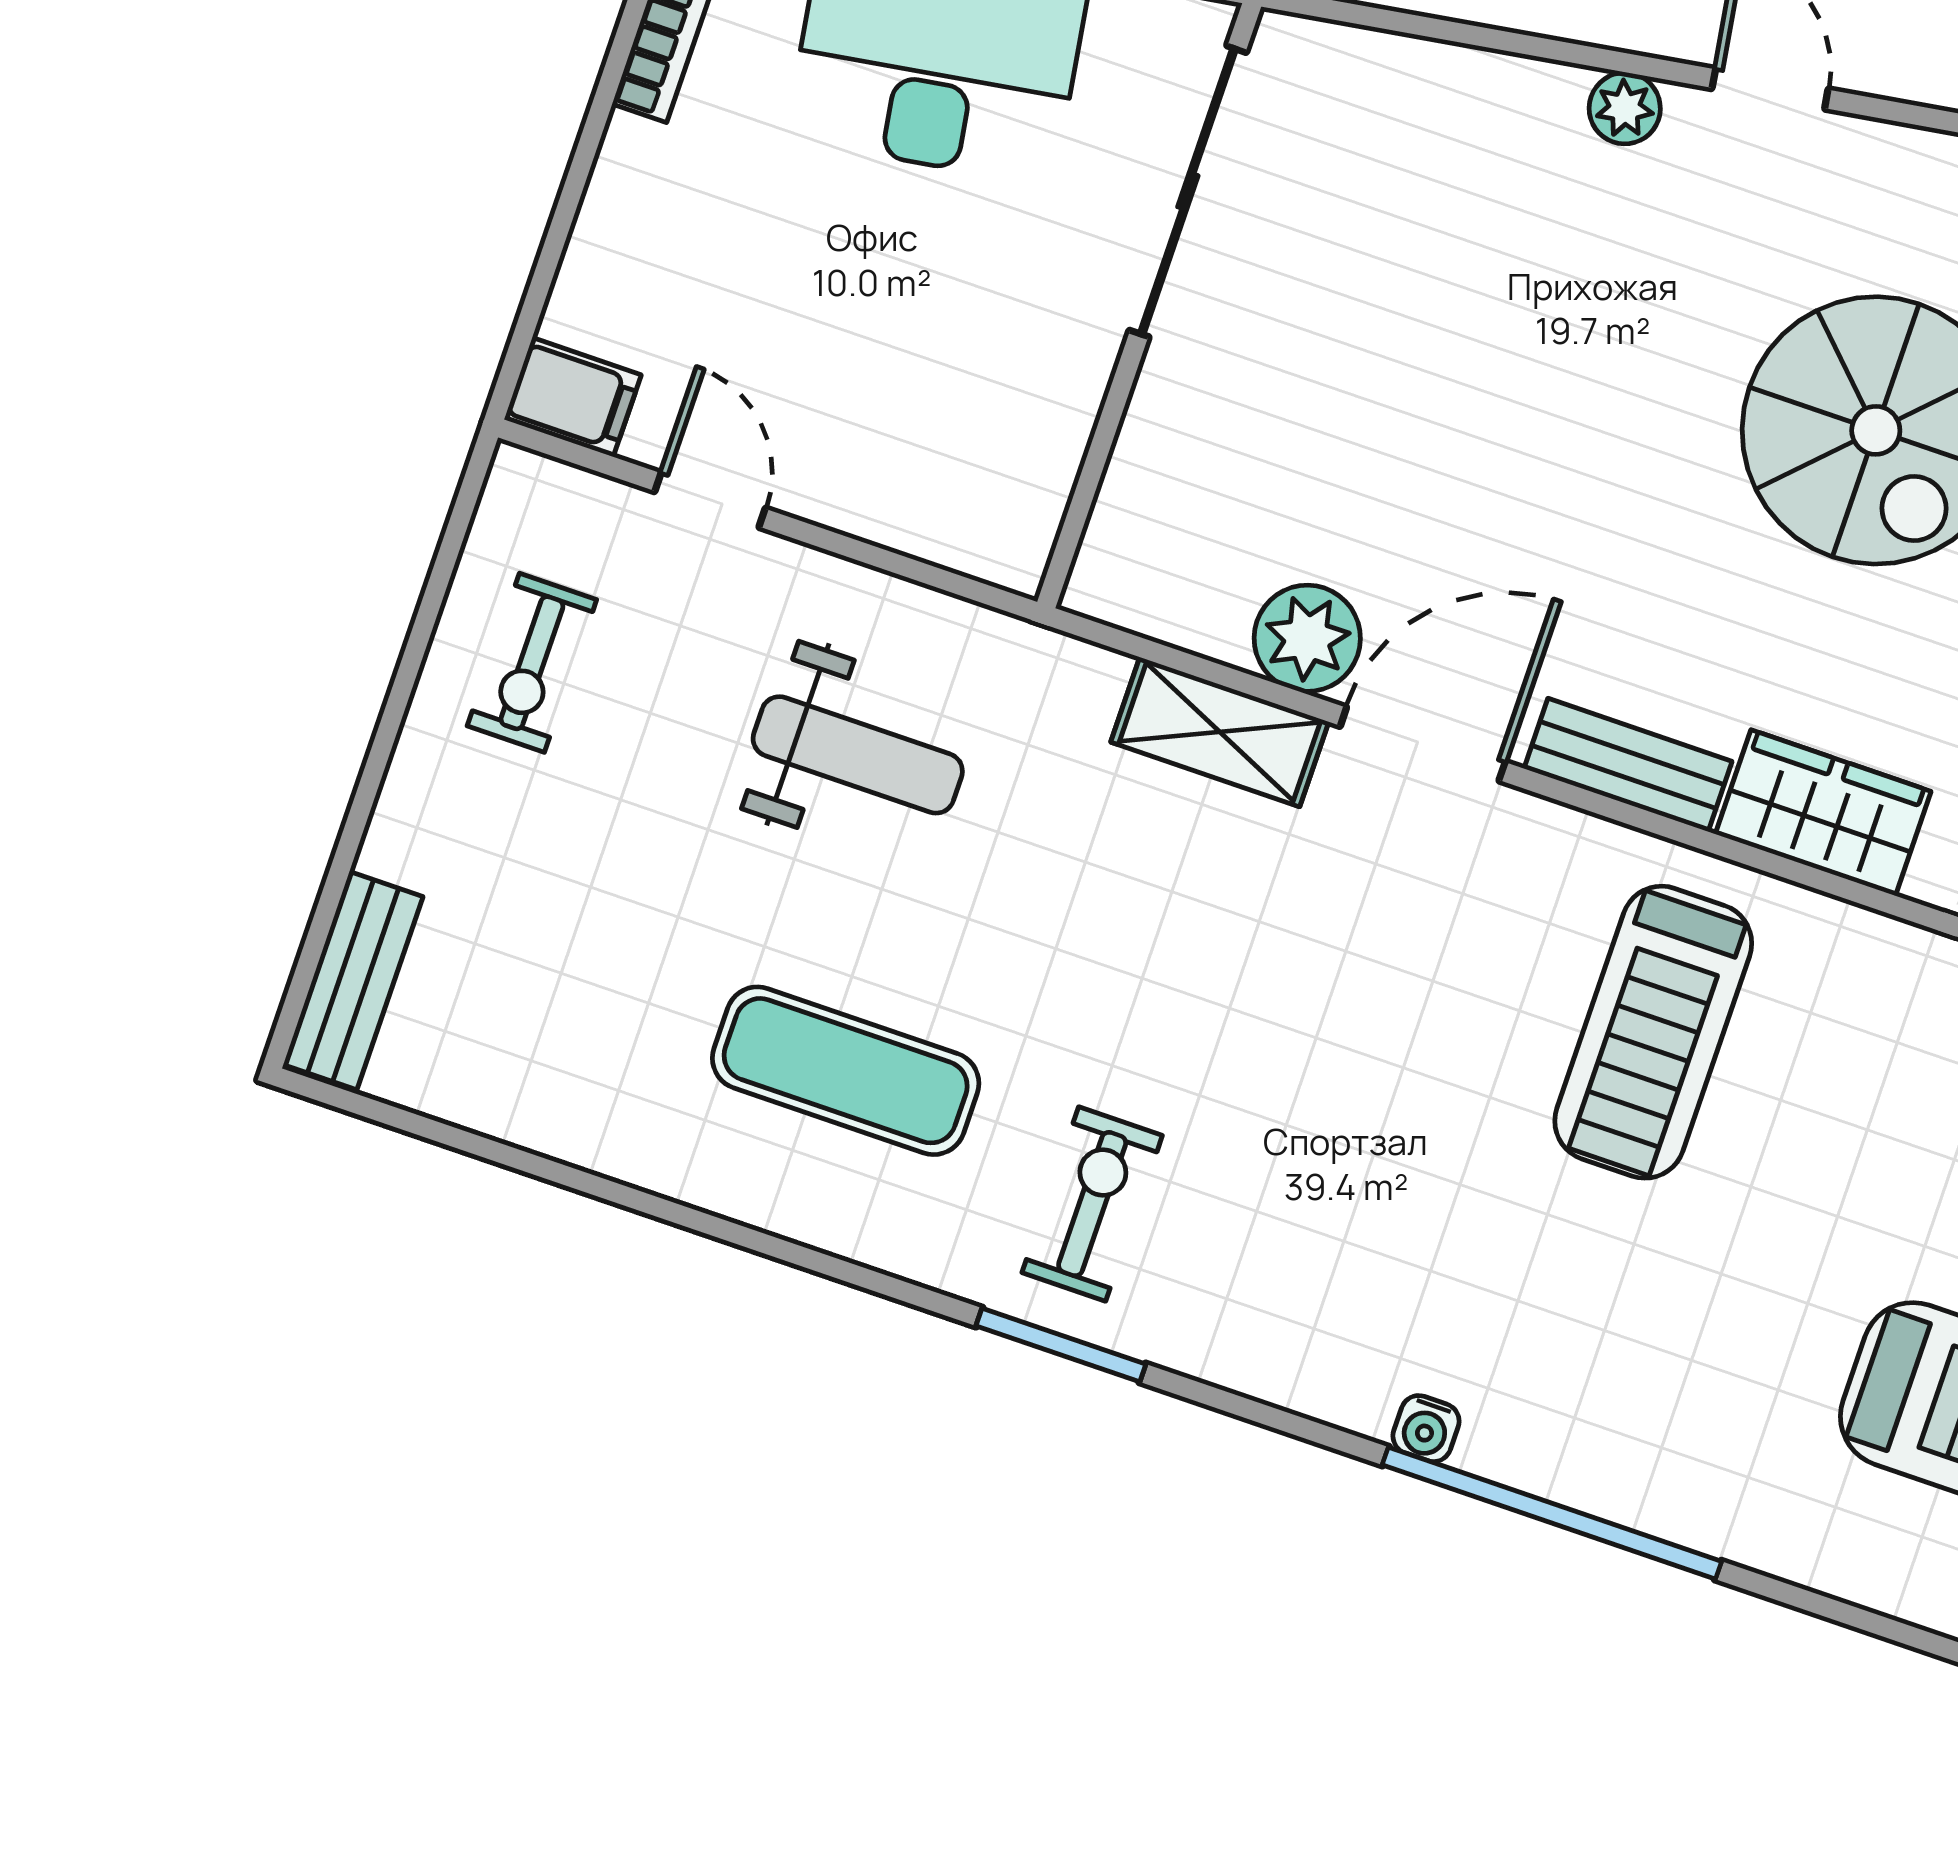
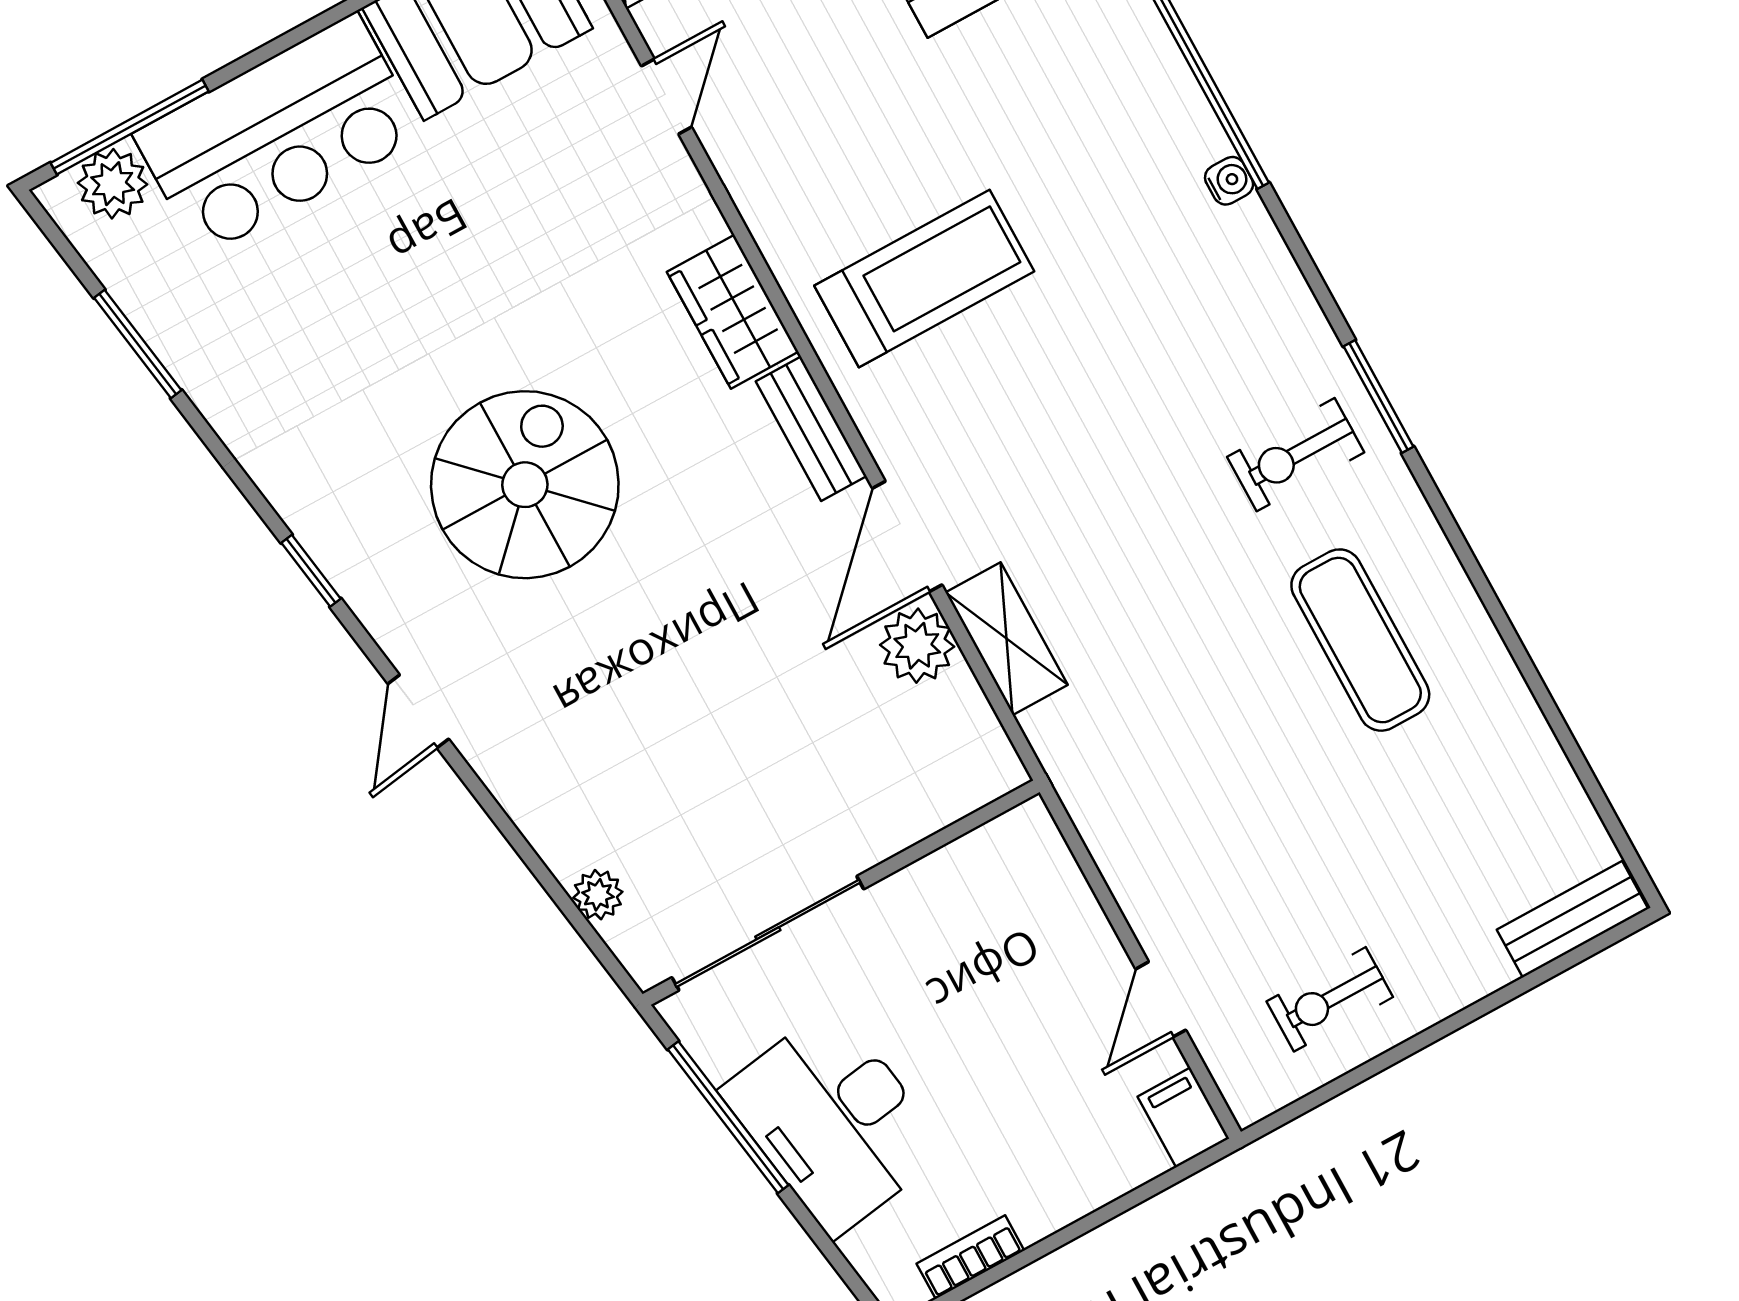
plant: (1625, 108) -> (598, 895), moved
exercise bike: (532, 663) -> (1330, 999), turned 180
door: (1423, 744) -> (907, 536), hinge flipped
weight bench: (858, 755) -> (1205, 798), removed

